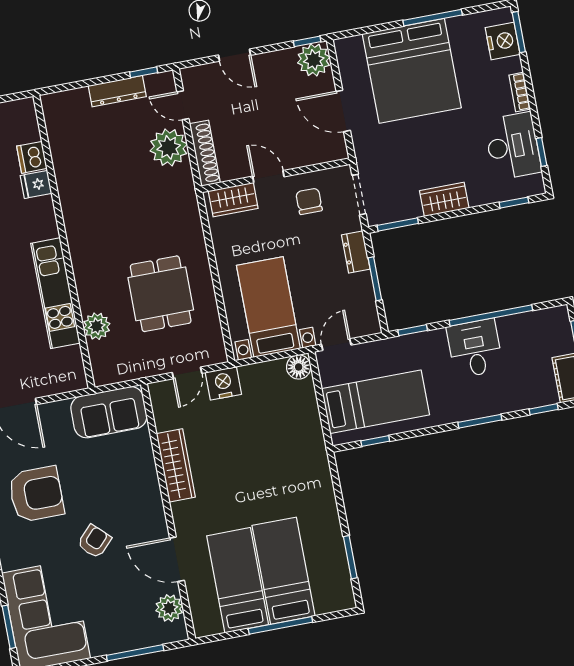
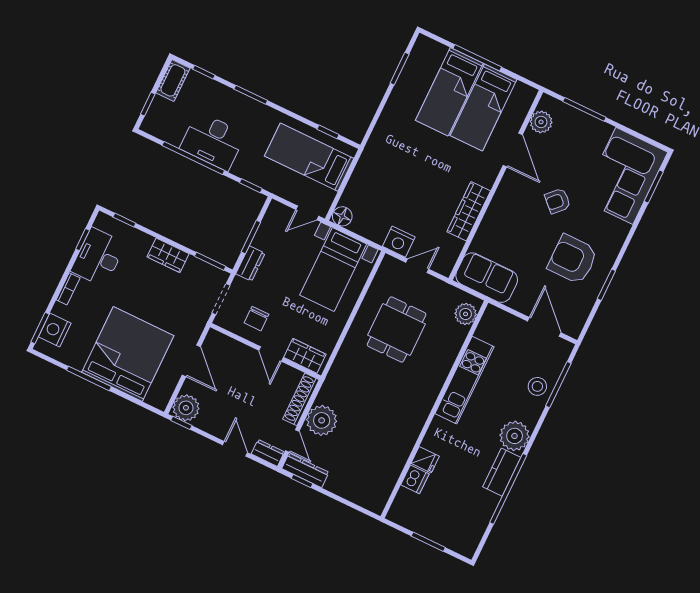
dresser: (199, 75) -> (268, 453), added
dresser: (117, 91) -> (305, 470), moved
plant: (97, 326) -> (466, 314), moved
desk: (475, 348) -> (213, 141), width x1.37

